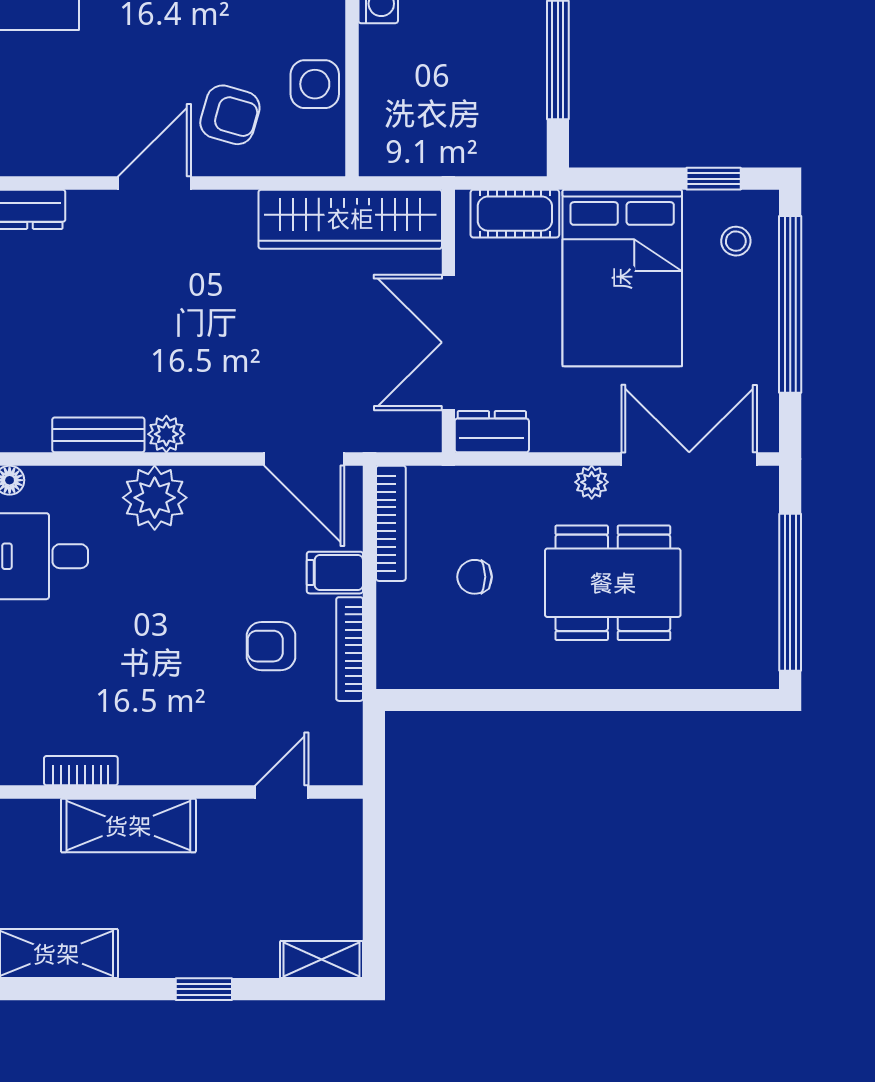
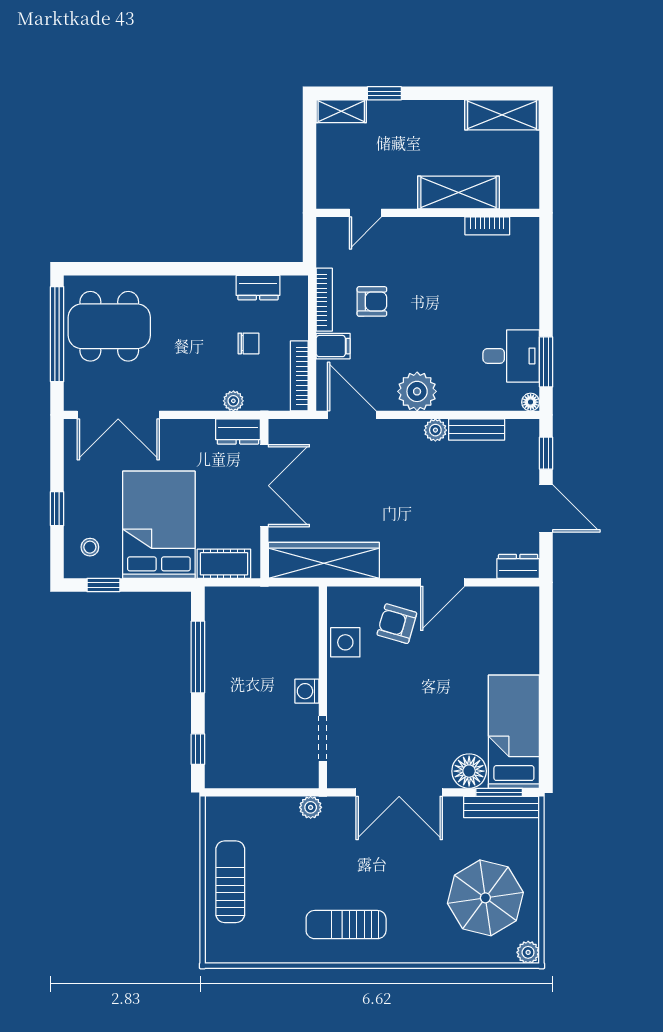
window: (790, 304) -> (57, 509), width x0.32
plant: (592, 482) -> (233, 401), moved
plant: (155, 498) -> (417, 391), moved
dining table: (613, 583) -> (109, 326), moved
dresser: (459, 669) -> (258, 288), added
window: (204, 989) -> (384, 93), moved

